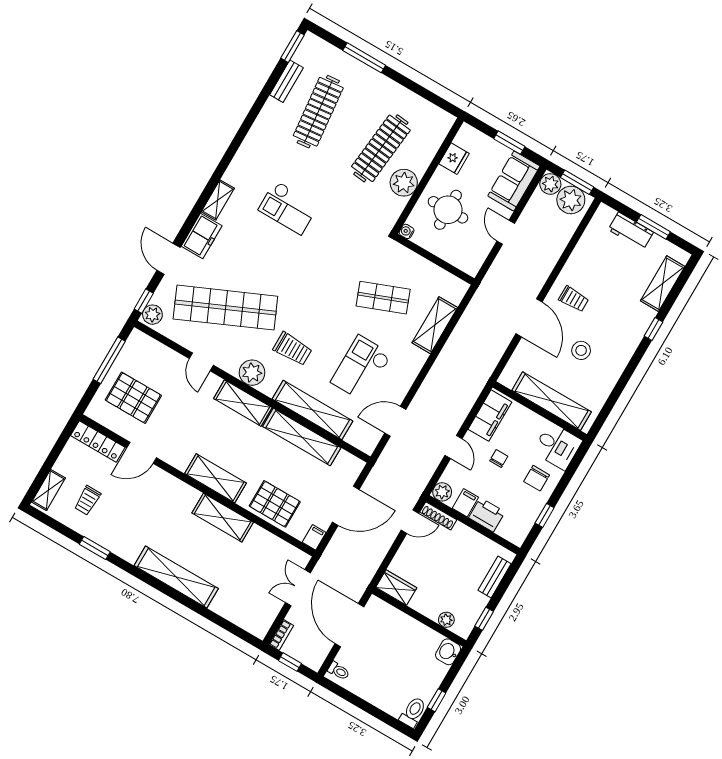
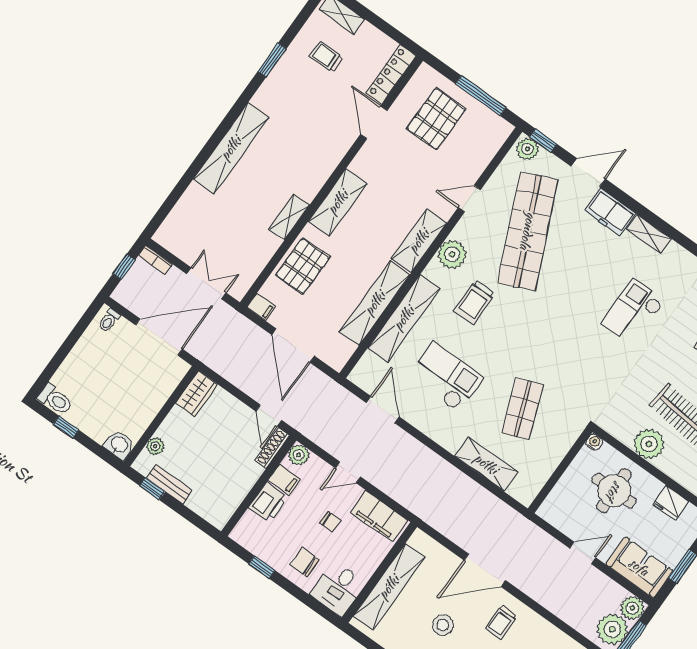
shelving: (223, 518) -> (289, 217), width x0.67, depth x0.75
bench: (495, 577) -> (169, 484), moved

